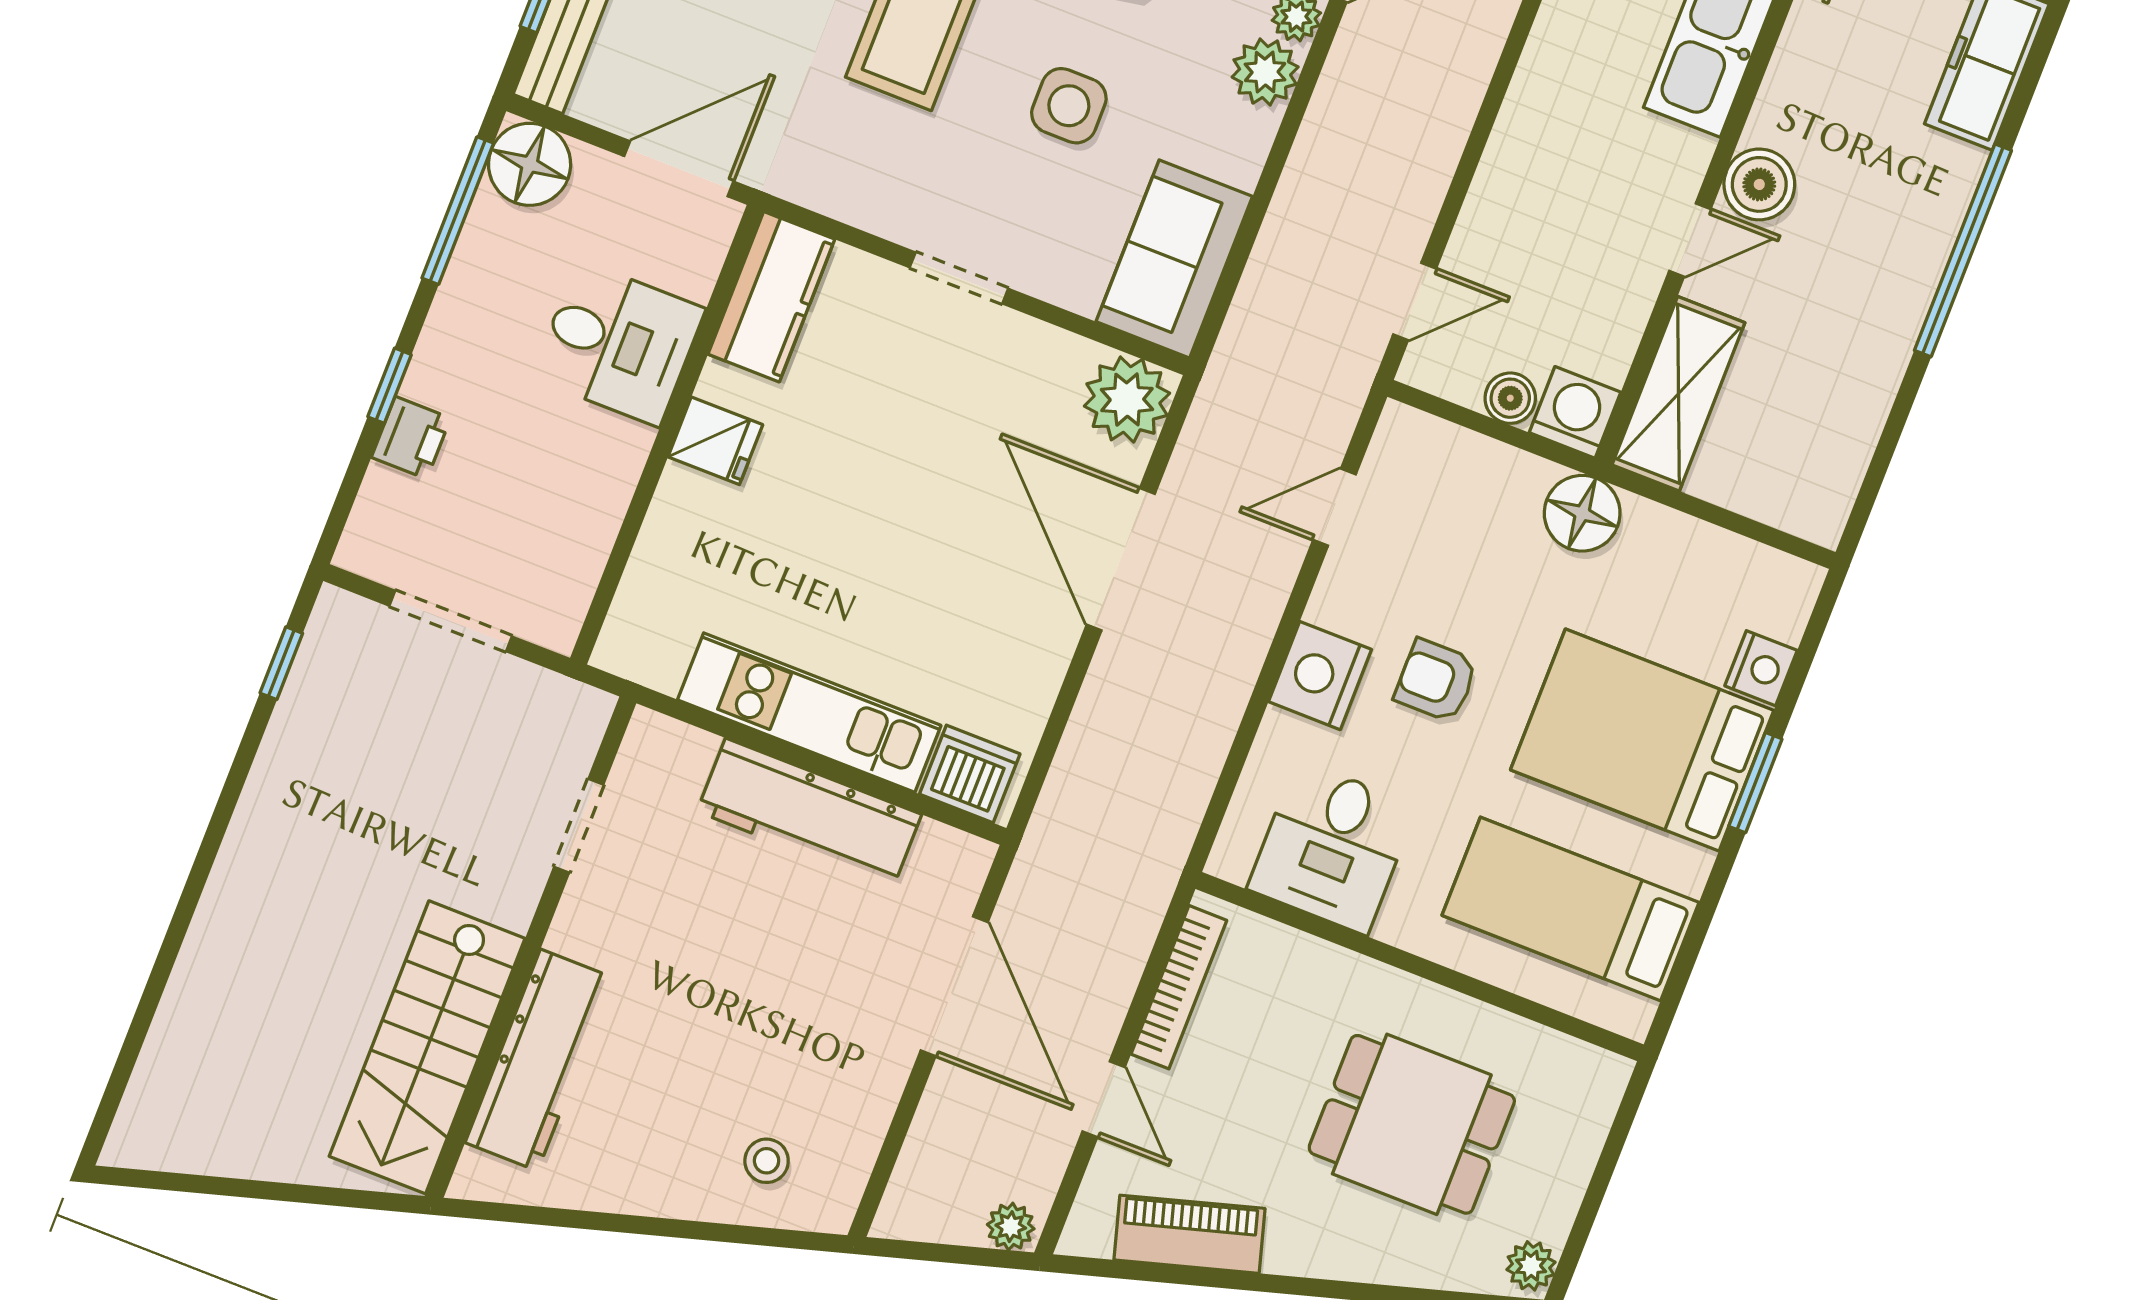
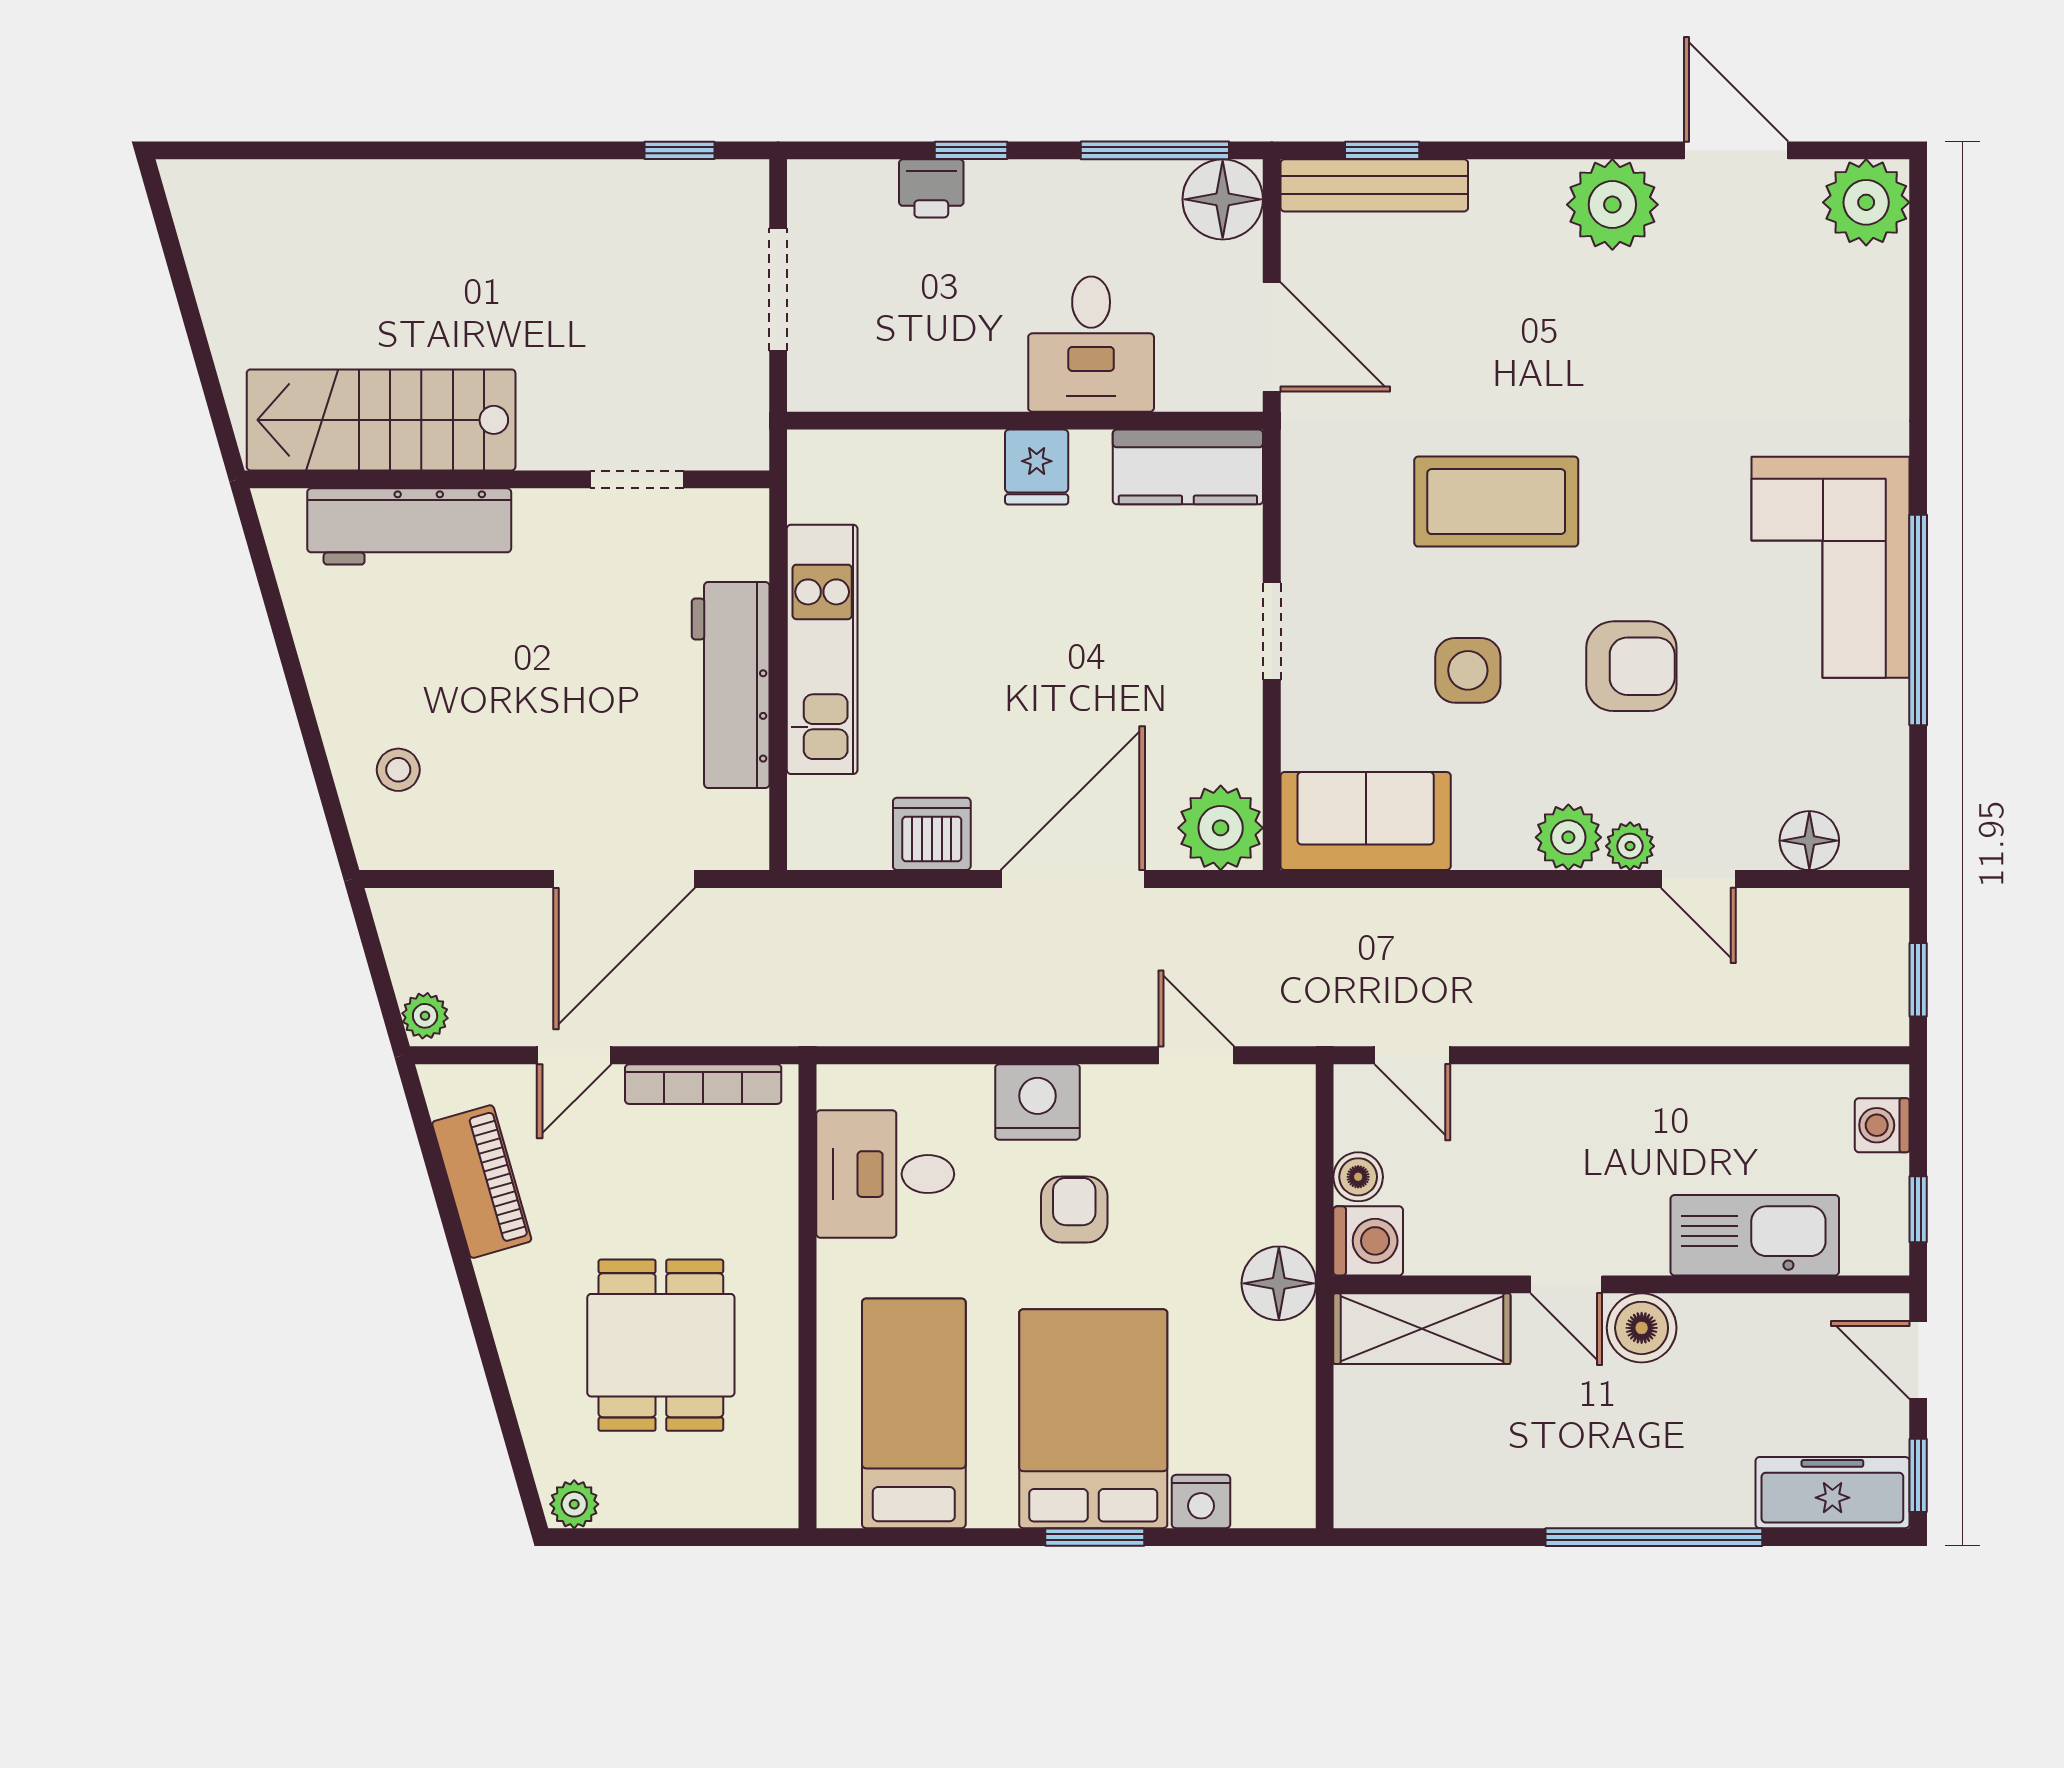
dishwasher: (970, 774) -> (932, 834), moved, turned -90

